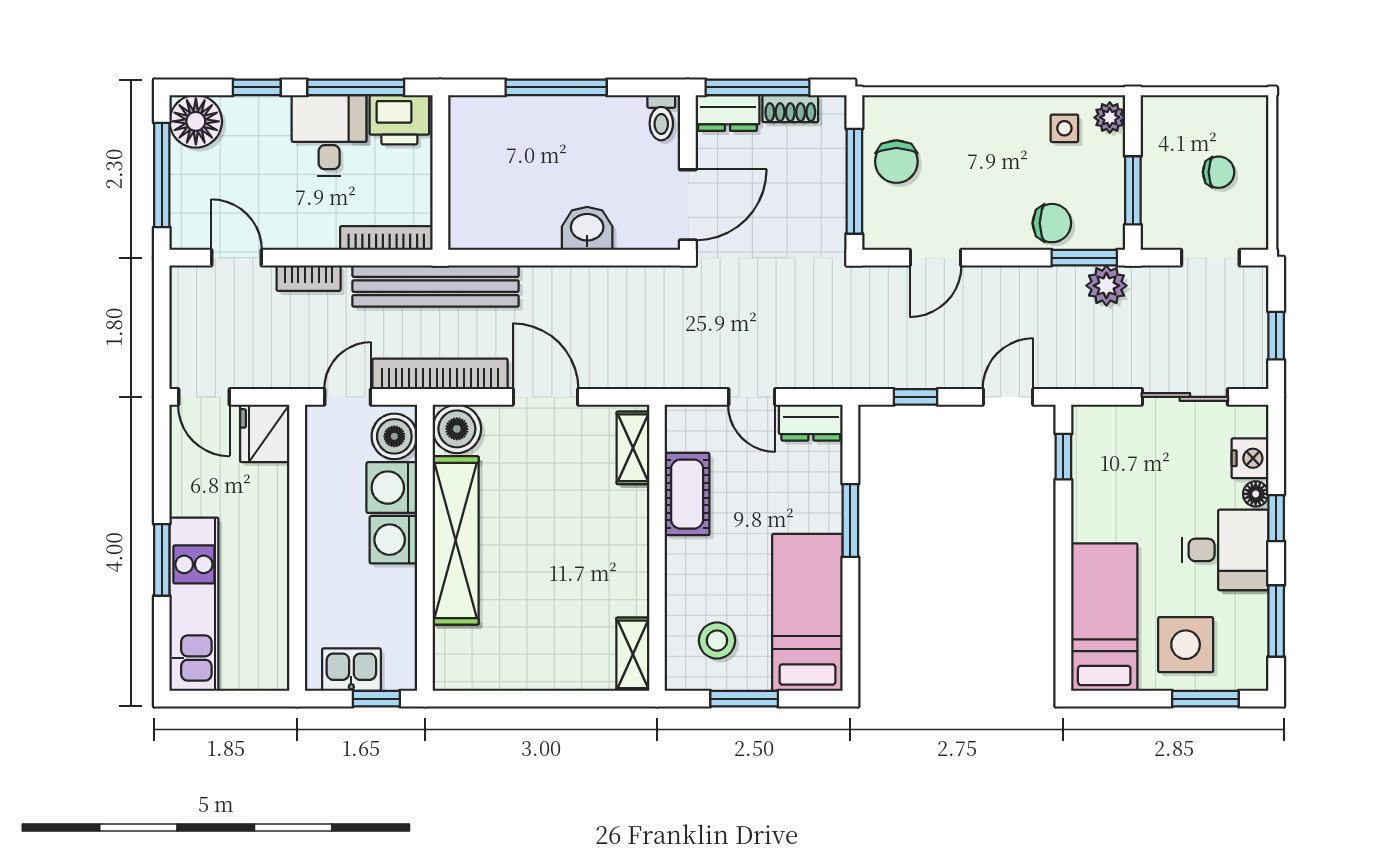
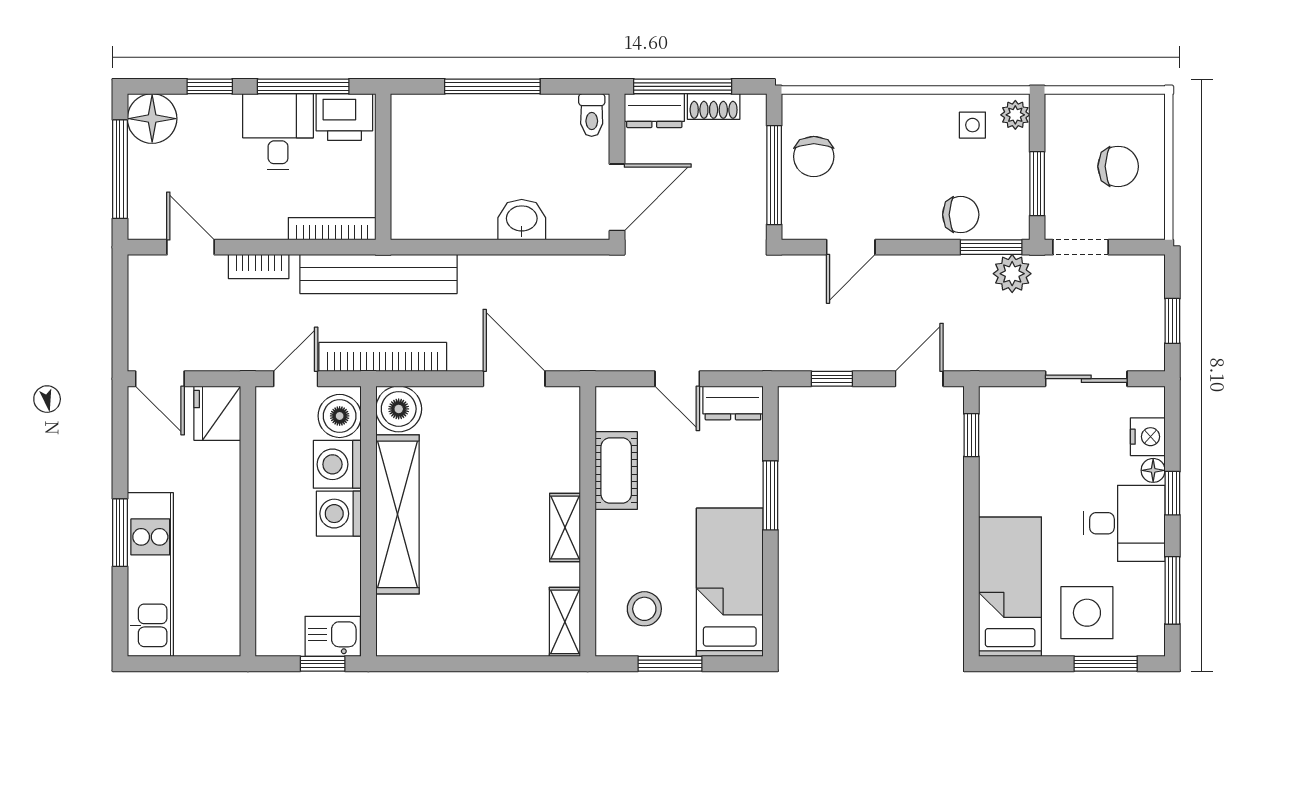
chair: (1219, 172) -> (1118, 166), width x1.37, depth x1.37
doorway: (1210, 258) -> (1081, 247), moved
door: (546, 397) -> (514, 379), moved
shelving: (633, 448) -> (565, 527), moved
kitchen sink: (351, 670) -> (333, 636), moved

